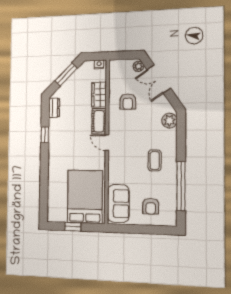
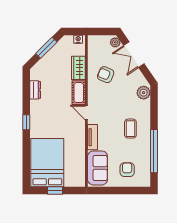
armchair: (128, 101) -> (106, 75), turned 112
dresser: (54, 108) -> (35, 90), moved
window: (45, 135) -> (26, 122), moved
tv unit: (113, 170) -> (93, 137), added
bed: (85, 197) -> (47, 163), moved
armchair: (151, 206) -> (127, 170), turned 180

